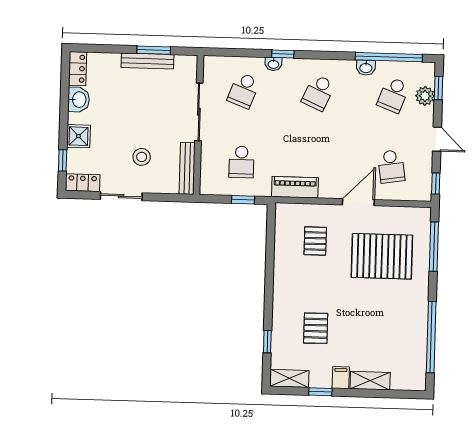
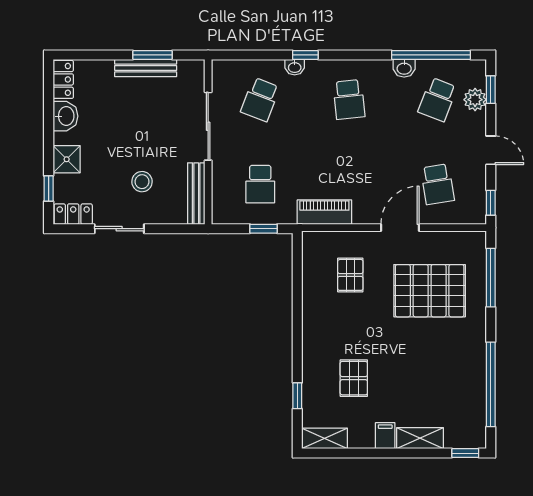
school desk: (318, 93) -> (349, 99), turned -30
window: (320, 392) -> (465, 453), moved

